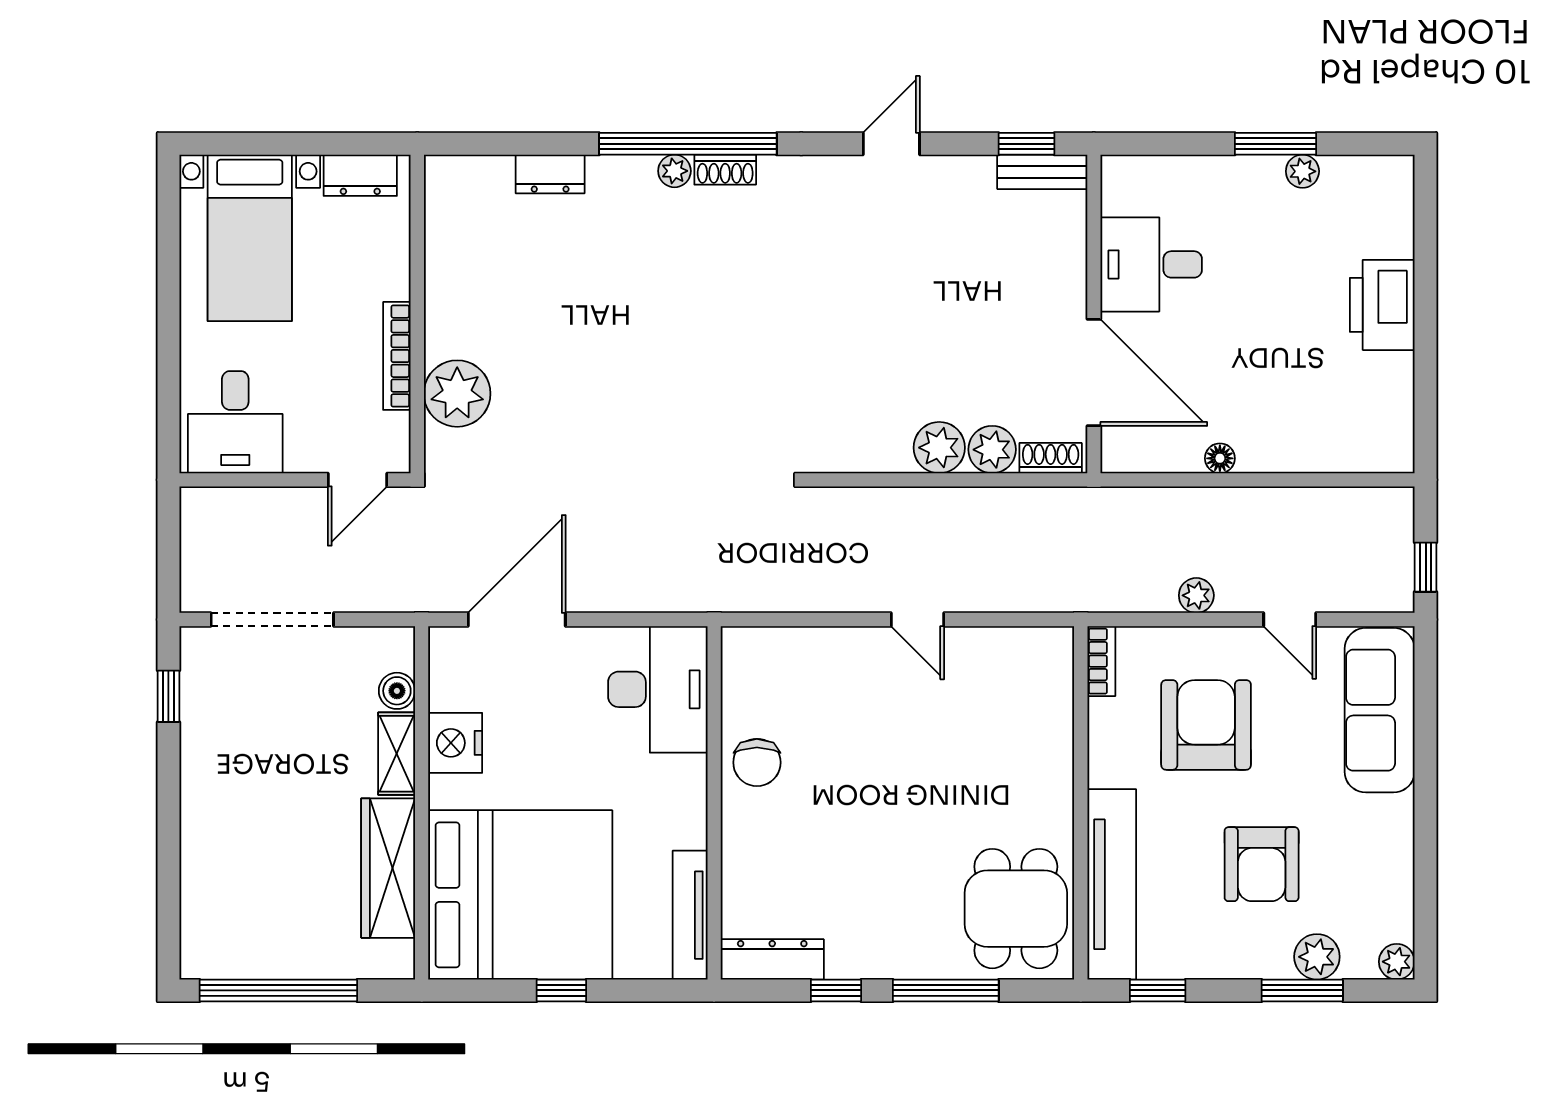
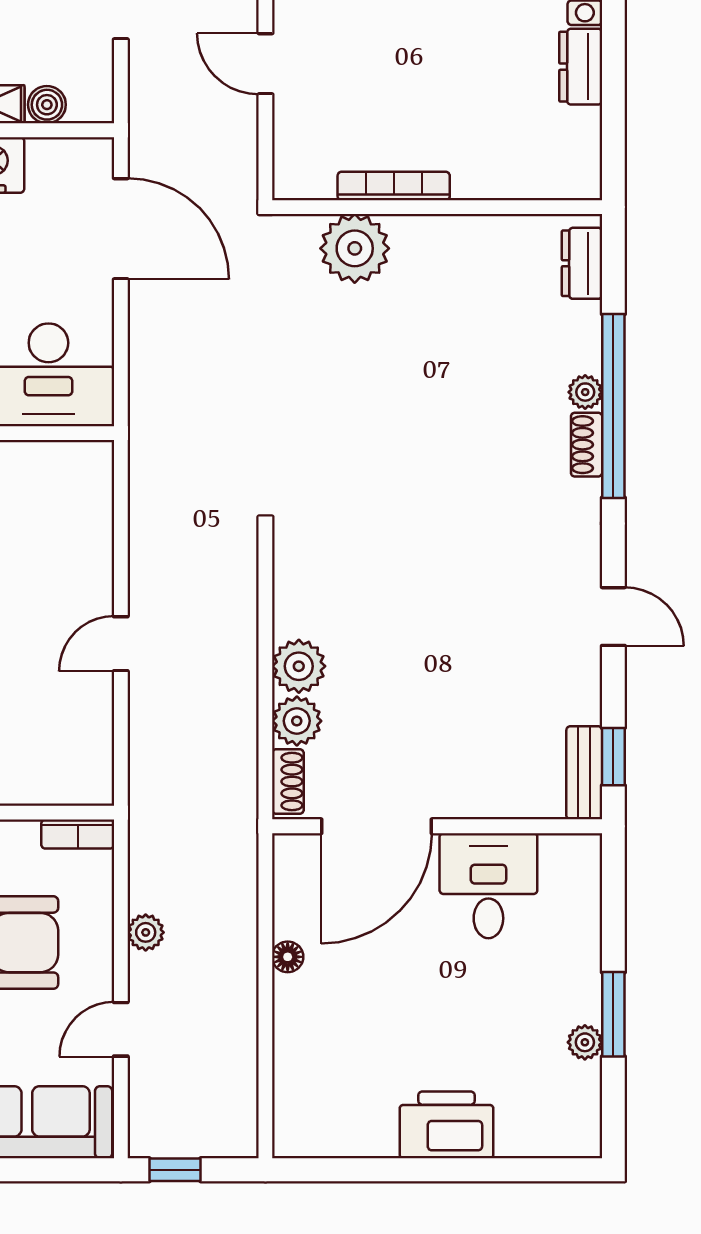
wall: (417, 314) -> (437, 207), moved
bookcase: (397, 356) -> (394, 186), moved
plant: (457, 394) -> (355, 248), moved

